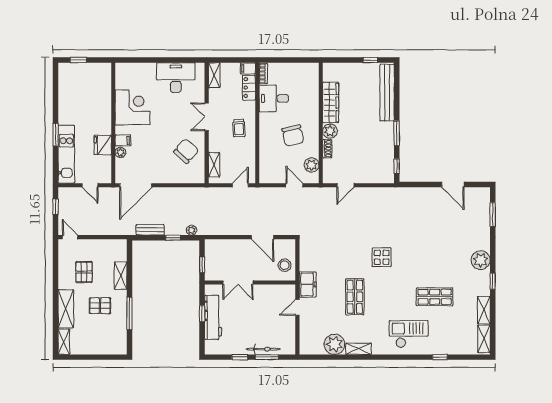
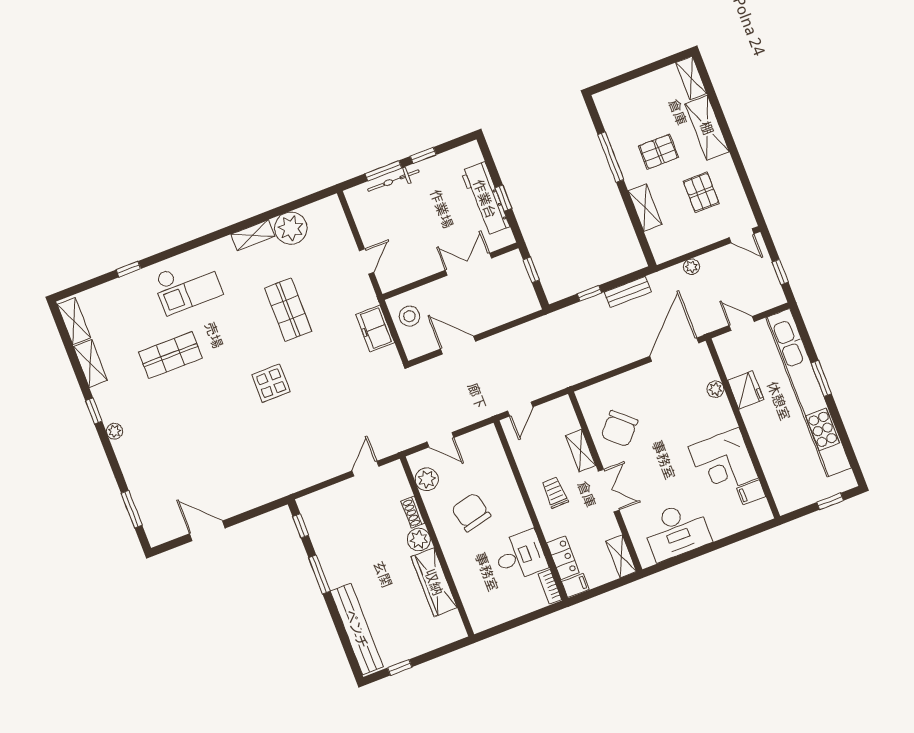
filing cabinet: (123, 140) -> (751, 492), moved
kitchen unit: (66, 154) -> (808, 393), width x1.86
shelving: (214, 165) -> (581, 451), moved
plant: (191, 230) -> (691, 267), moved
plant: (481, 260) -> (114, 431), width x0.53, depth x0.53
freezer: (308, 284) -> (375, 328), moved

